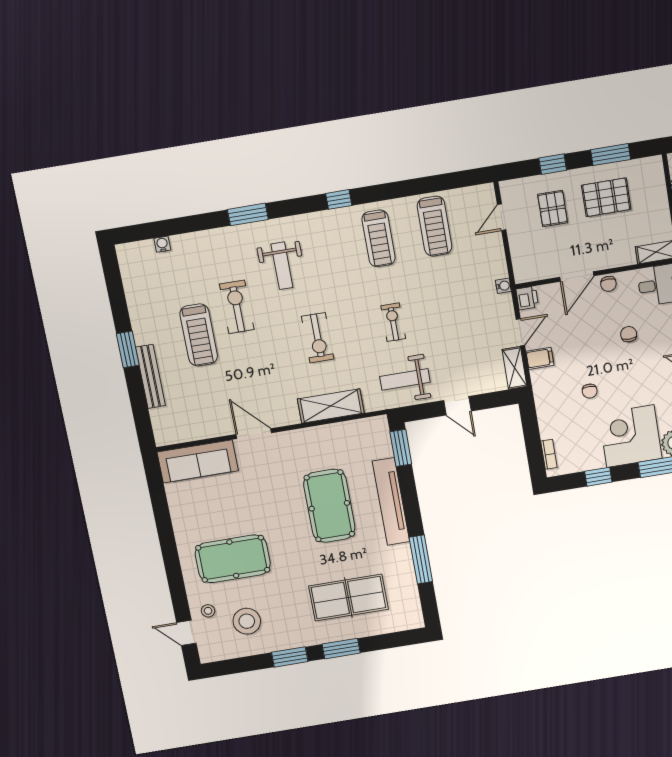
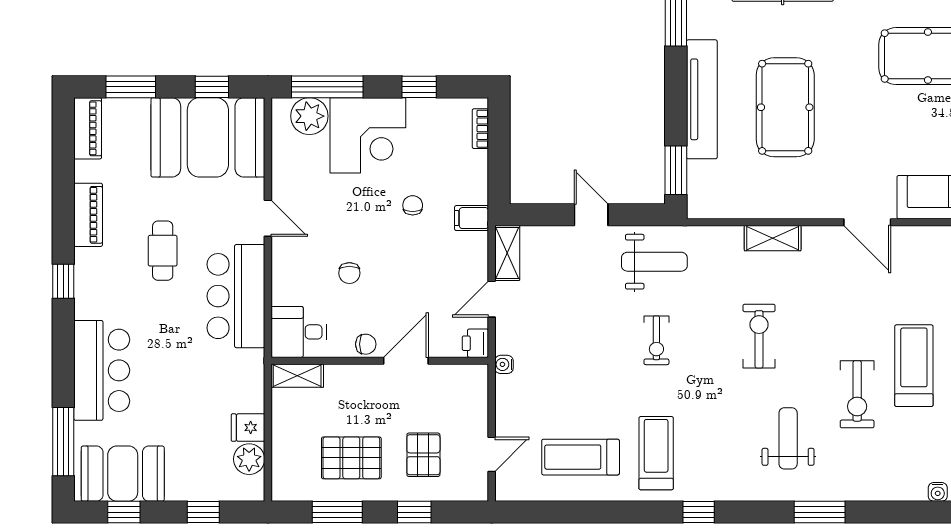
treadmill: (435, 226) -> (581, 457), turned -90
chair: (608, 284) -> (366, 344), turned 90
filing cabinet: (540, 358) -> (472, 218), moved
shelving: (331, 406) -> (773, 238), width x0.67, depth x0.75

